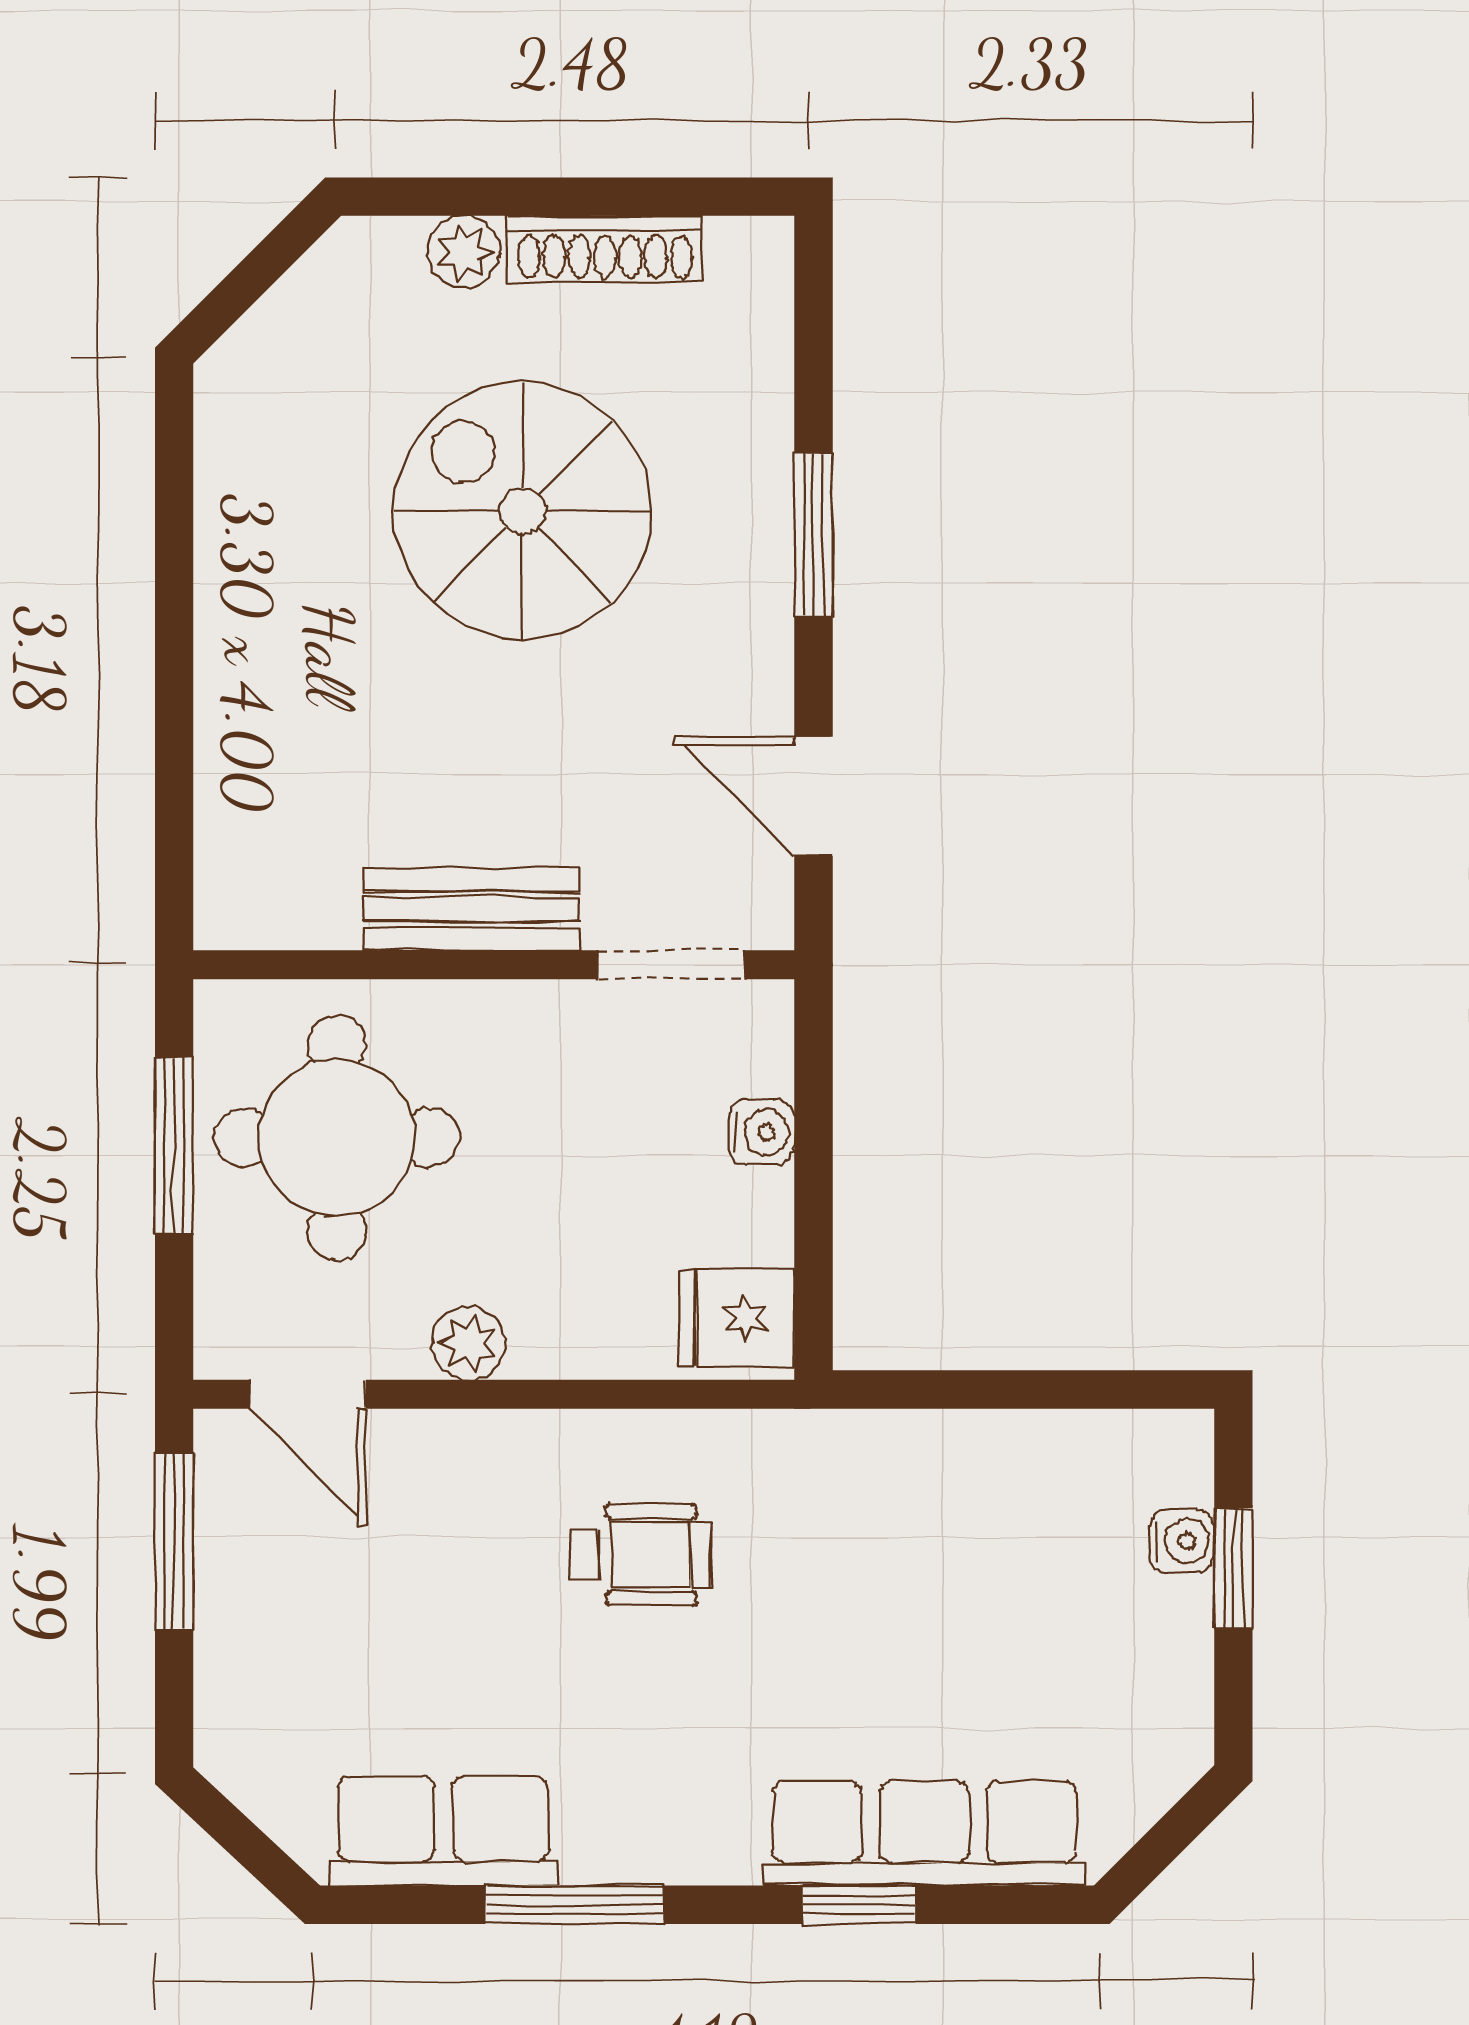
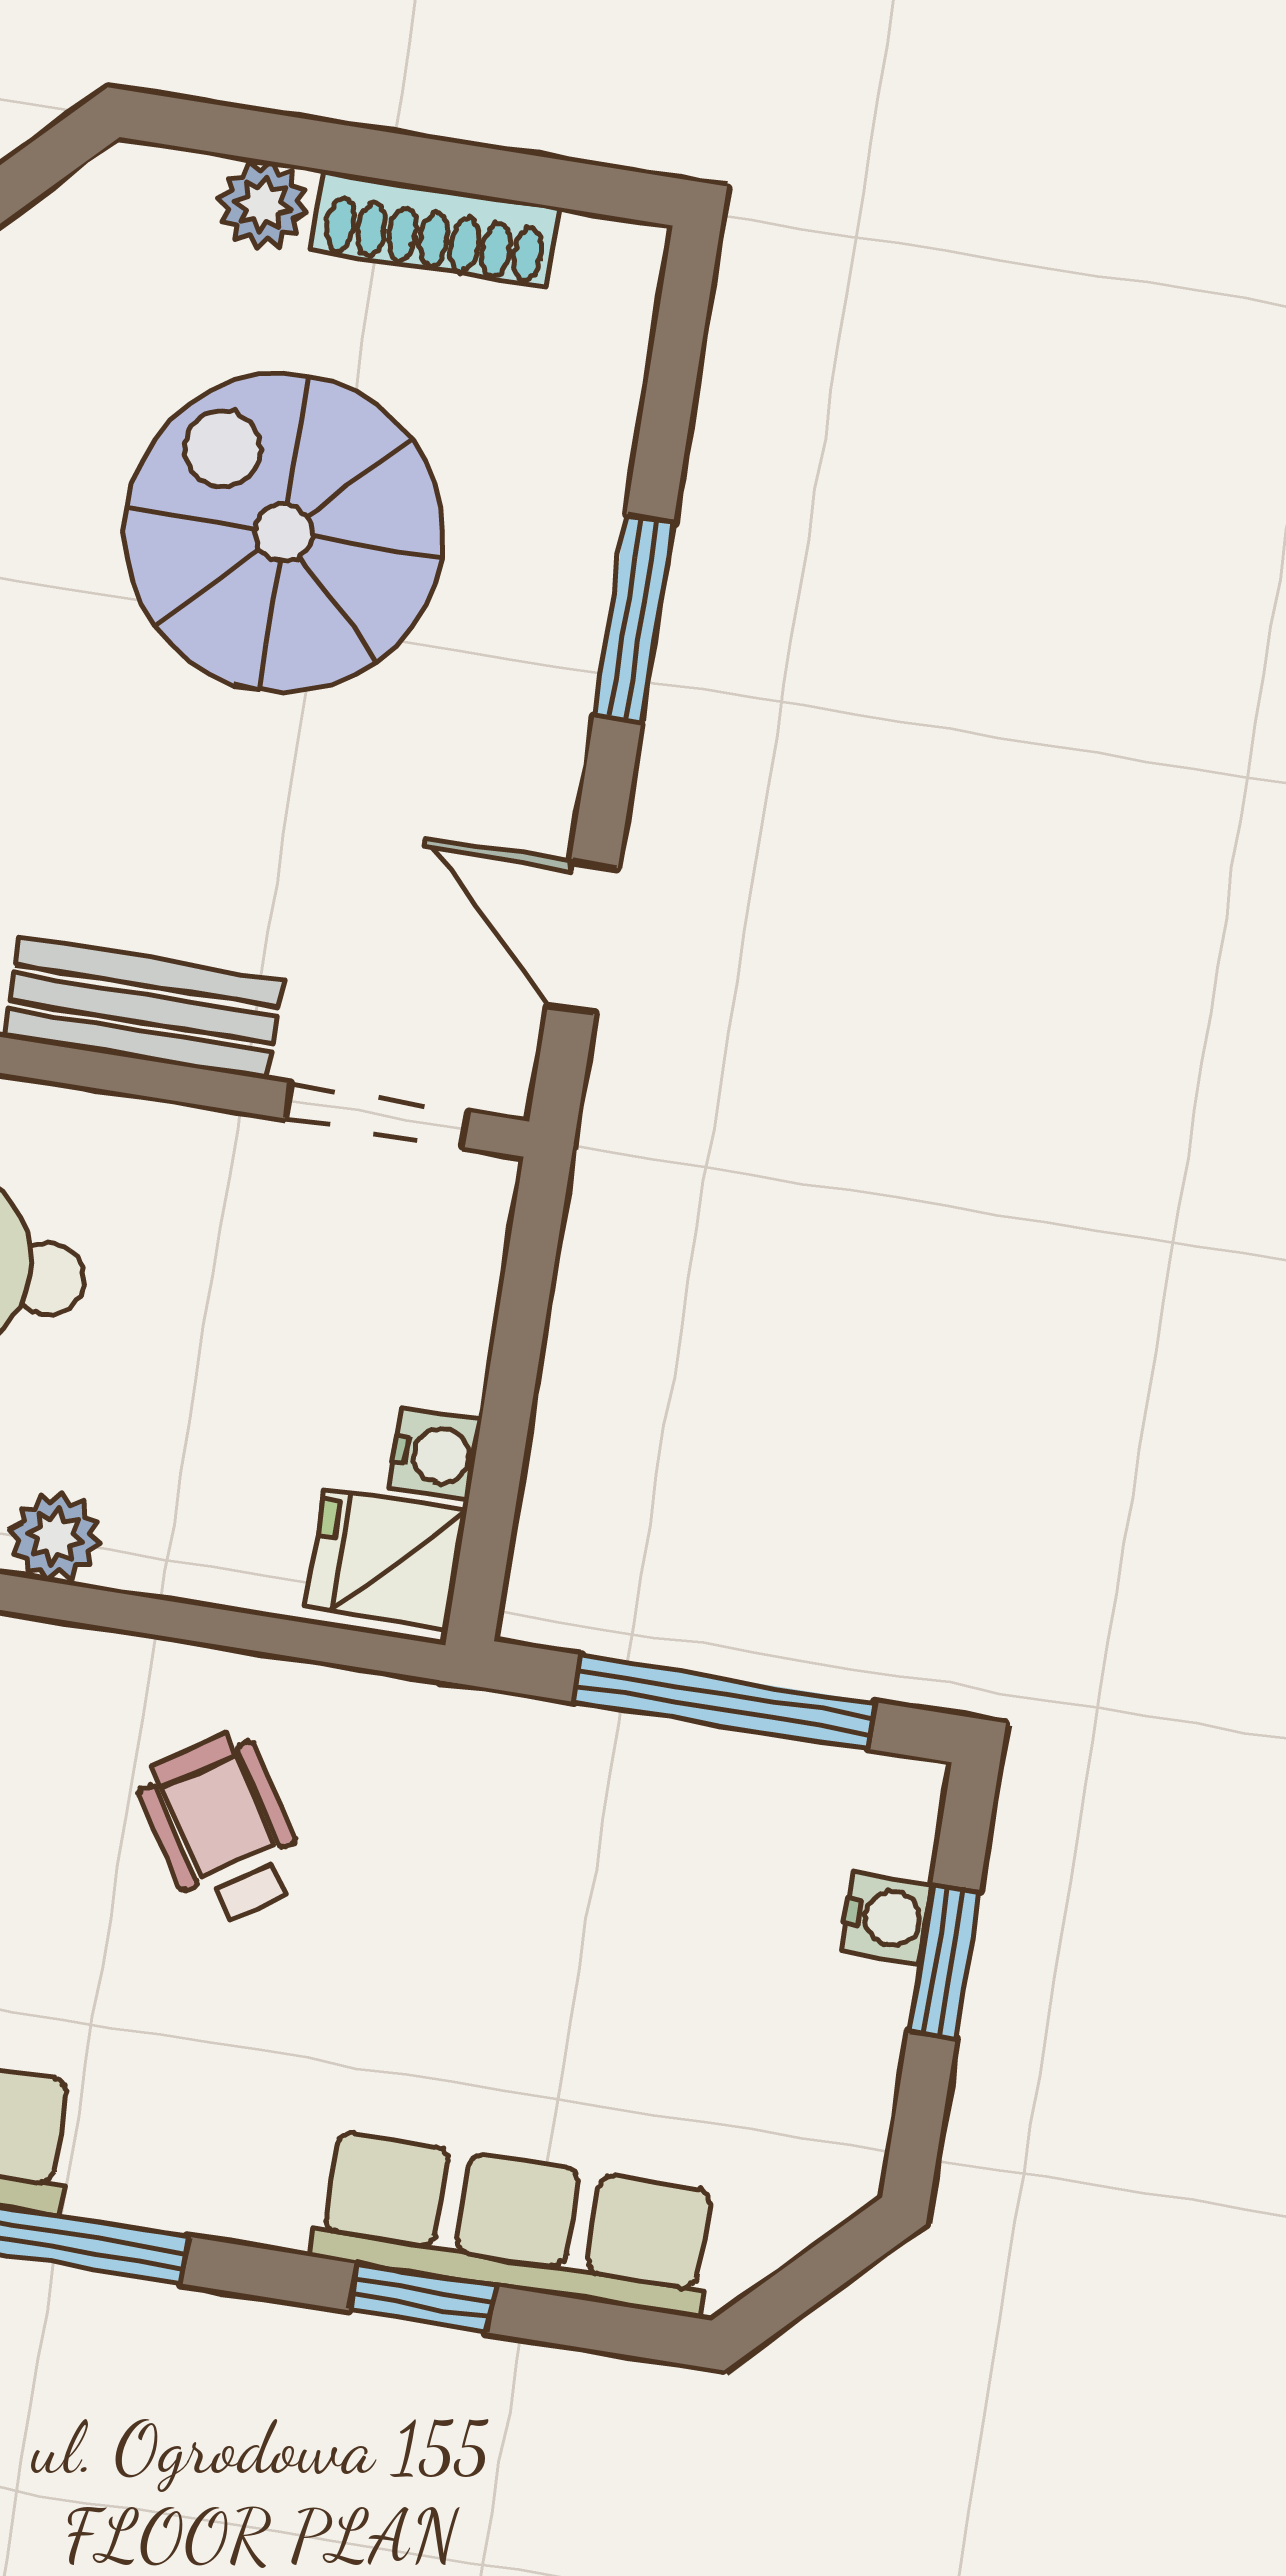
water cooler: (761, 1132) -> (435, 1455), moved
window: (1025, 1389) -> (725, 1702), added
wheelchair: (640, 1555) -> (223, 1829), turned -123

